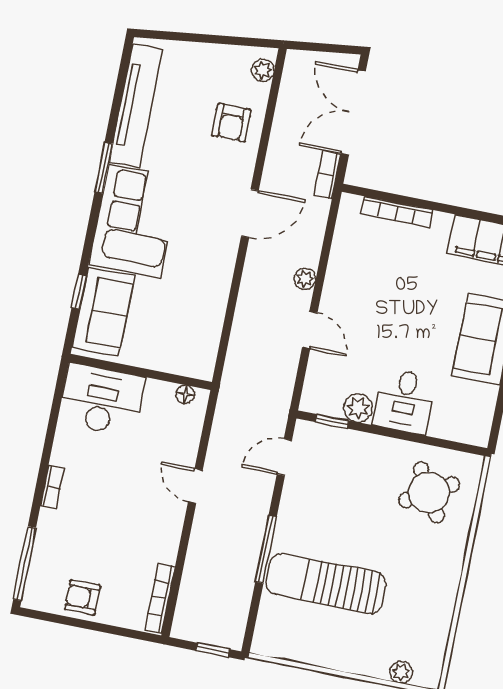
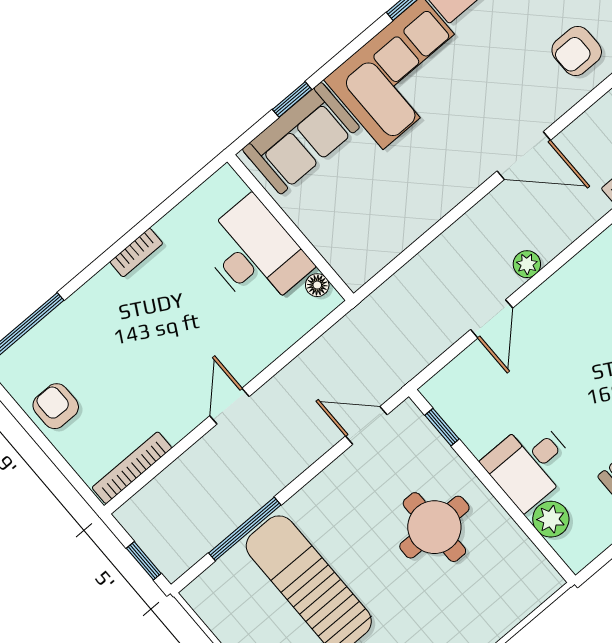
desk: (102, 400) -> (255, 254), moved
plant: (358, 408) -> (551, 519), moved
door: (195, 486) -> (230, 406), moved
bookcase: (53, 487) -> (136, 253), moved
round table: (429, 492) -> (434, 527), moved, turned 30
window: (266, 549) -> (245, 529), moved

